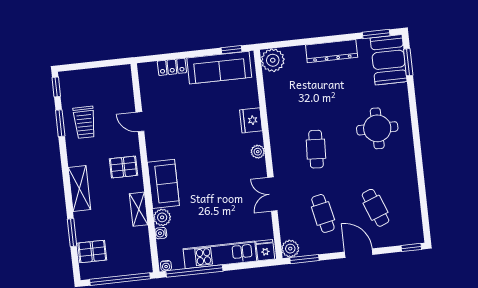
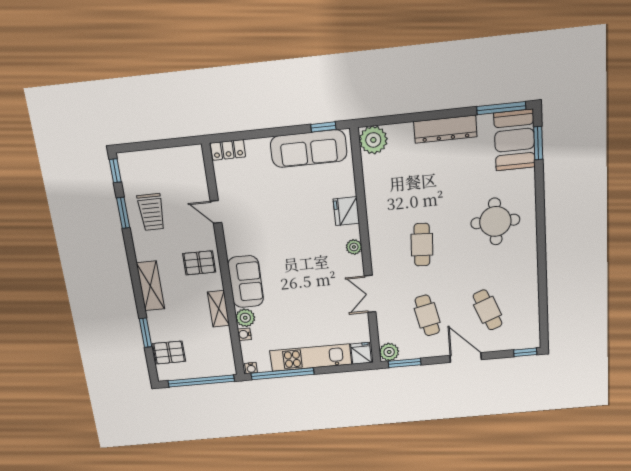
window: (376, 34) -> (501, 108), width x1.44
locker: (172, 67) -> (228, 150), moved

